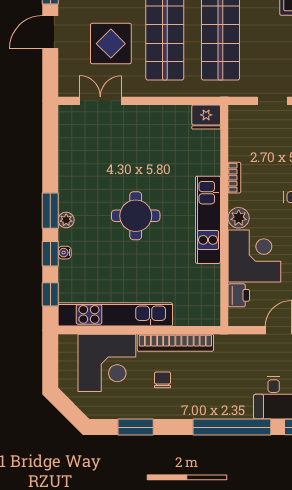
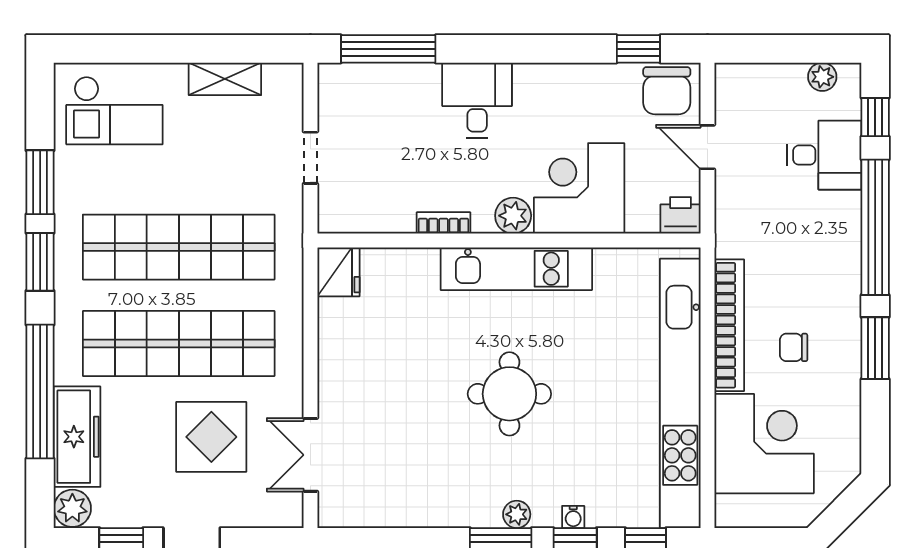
printer: (239, 295) -> (680, 215), moved
kitchen unit: (115, 314) -> (680, 393), width x1.36
window: (136, 427) -> (875, 348), moved

